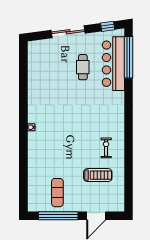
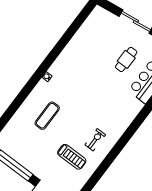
exercise mat: (57, 193) -> (47, 116), moved

